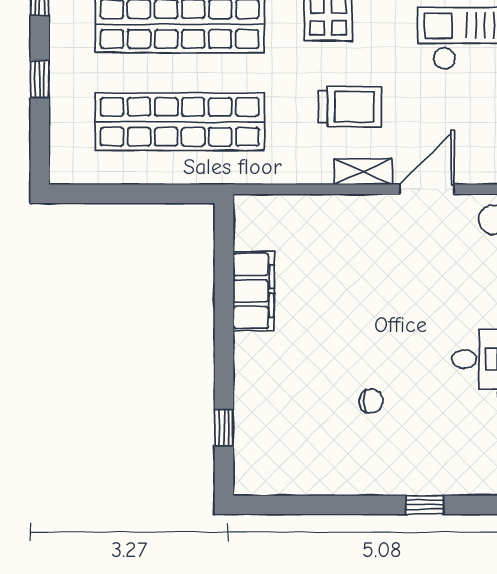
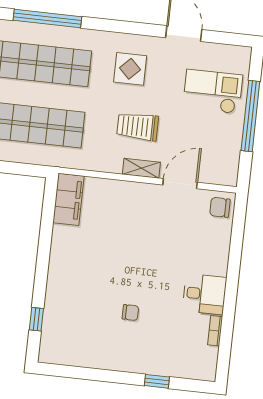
trolley: (350, 107) -> (138, 127), turned 180
filing cabinet: (254, 291) -> (68, 199), moved

